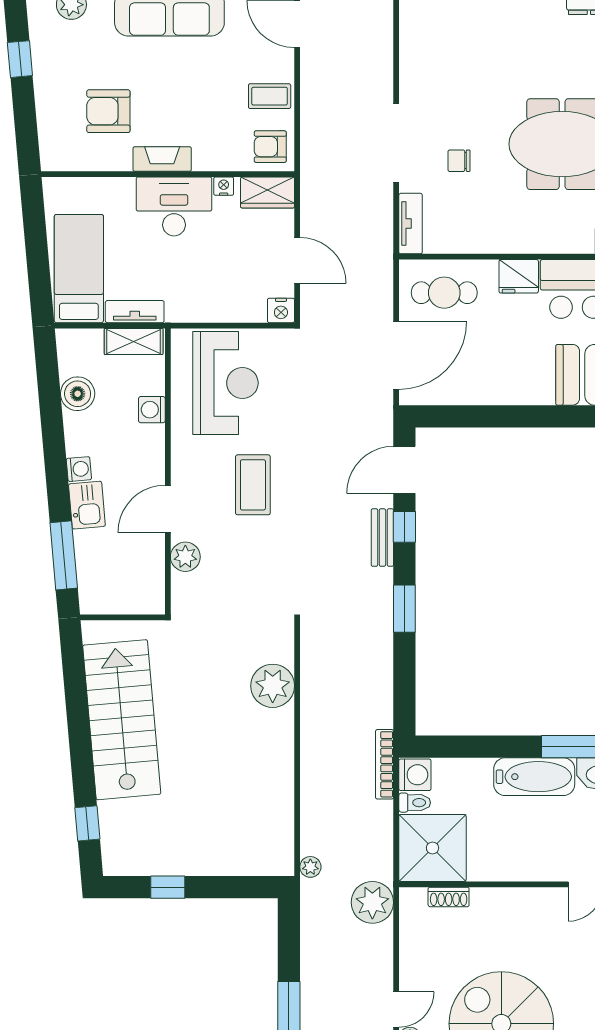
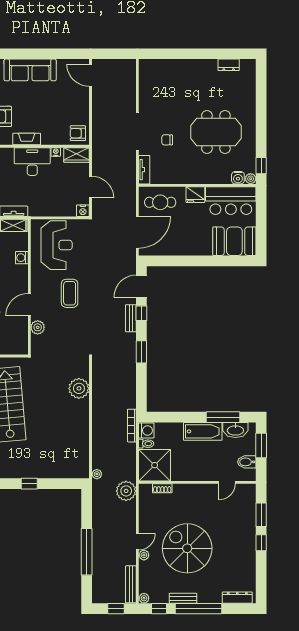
coffee table: (270, 96) -> (77, 109), removed

